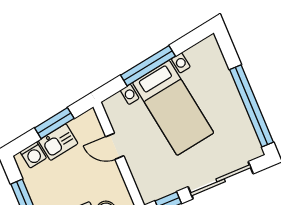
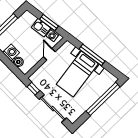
window: (251, 106) -> (103, 99), moved
washing machine: (33, 155) -> (53, 35), moved

